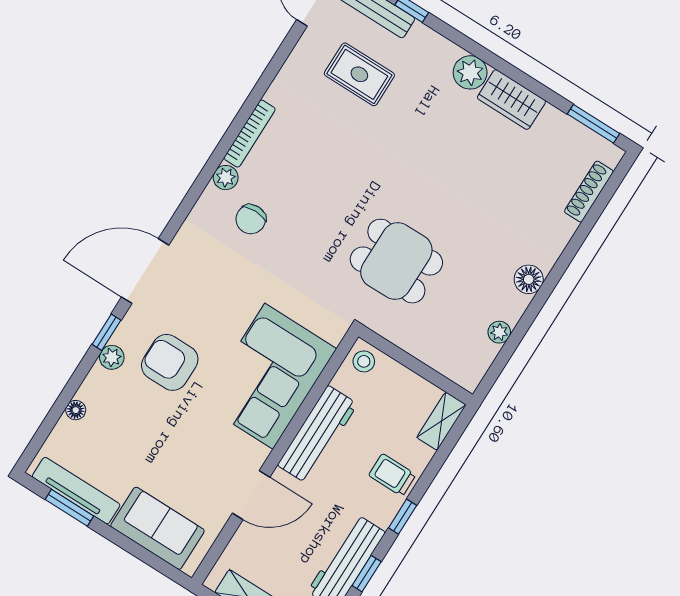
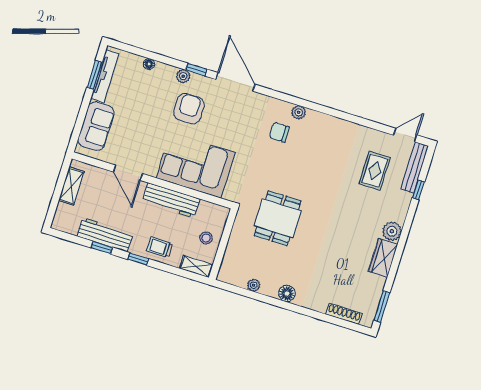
bookcase: (250, 134) -> (326, 119), removed
stool: (364, 361) -> (206, 238), moved
trolley: (392, 475) -> (160, 247), turned -90

